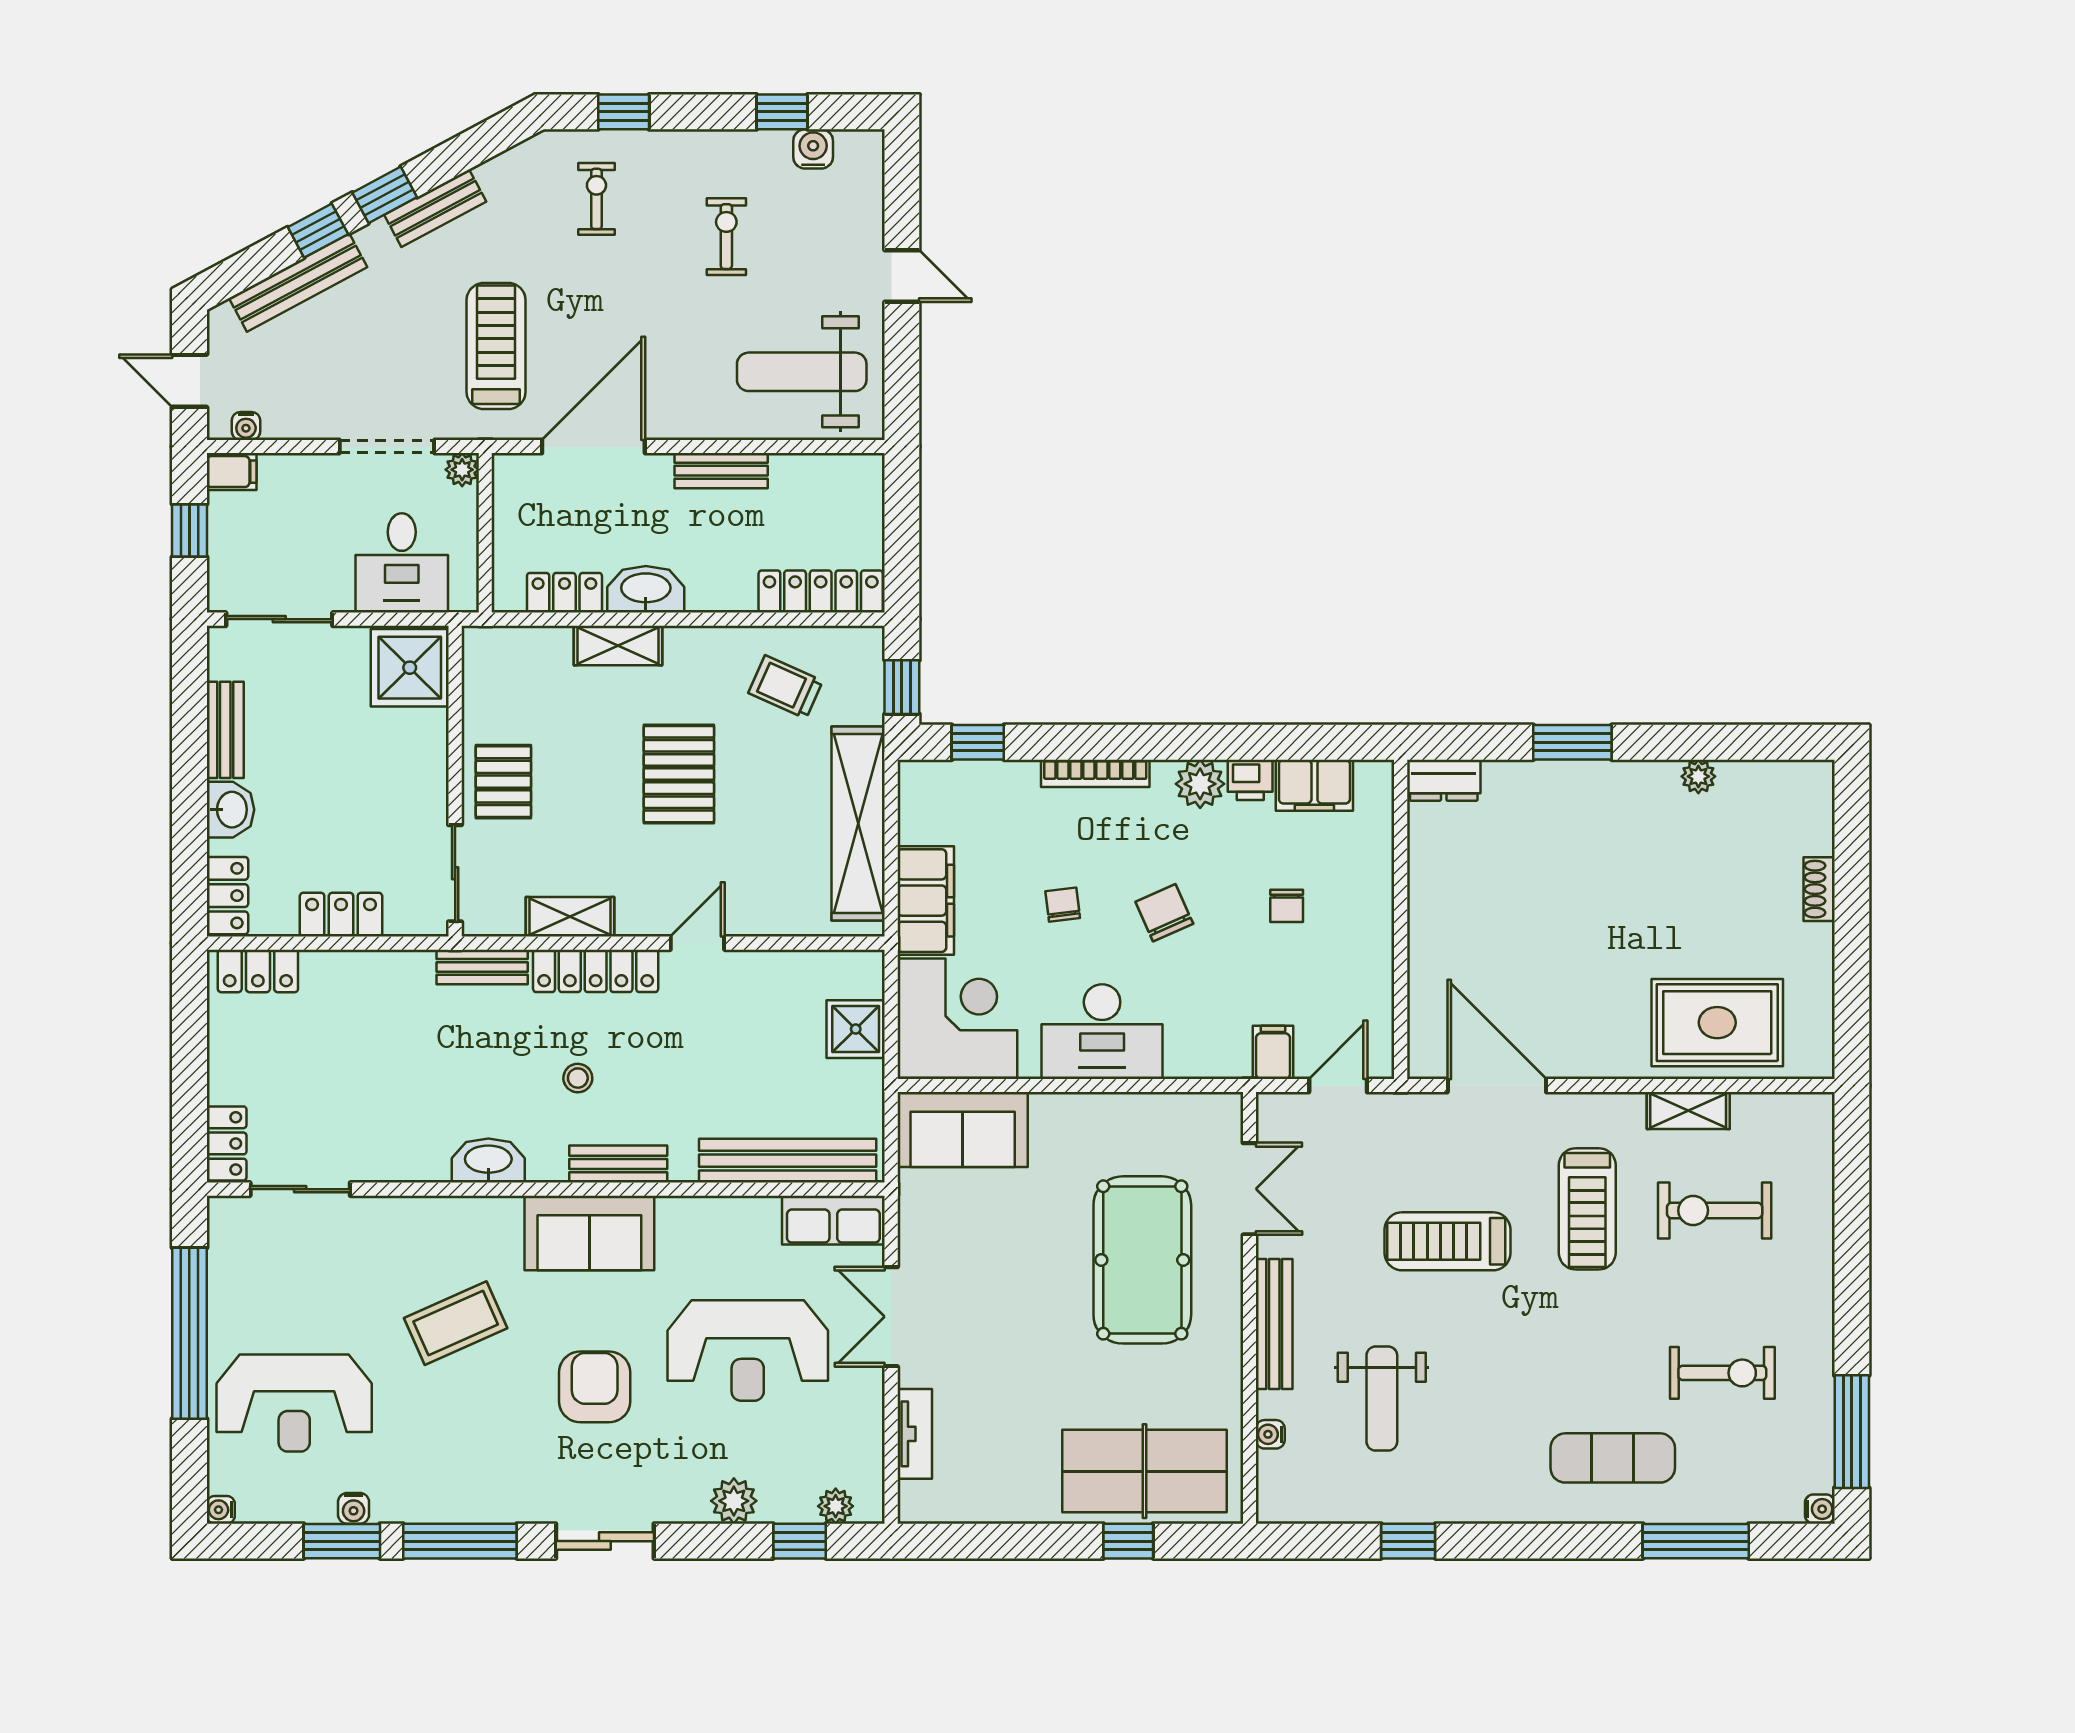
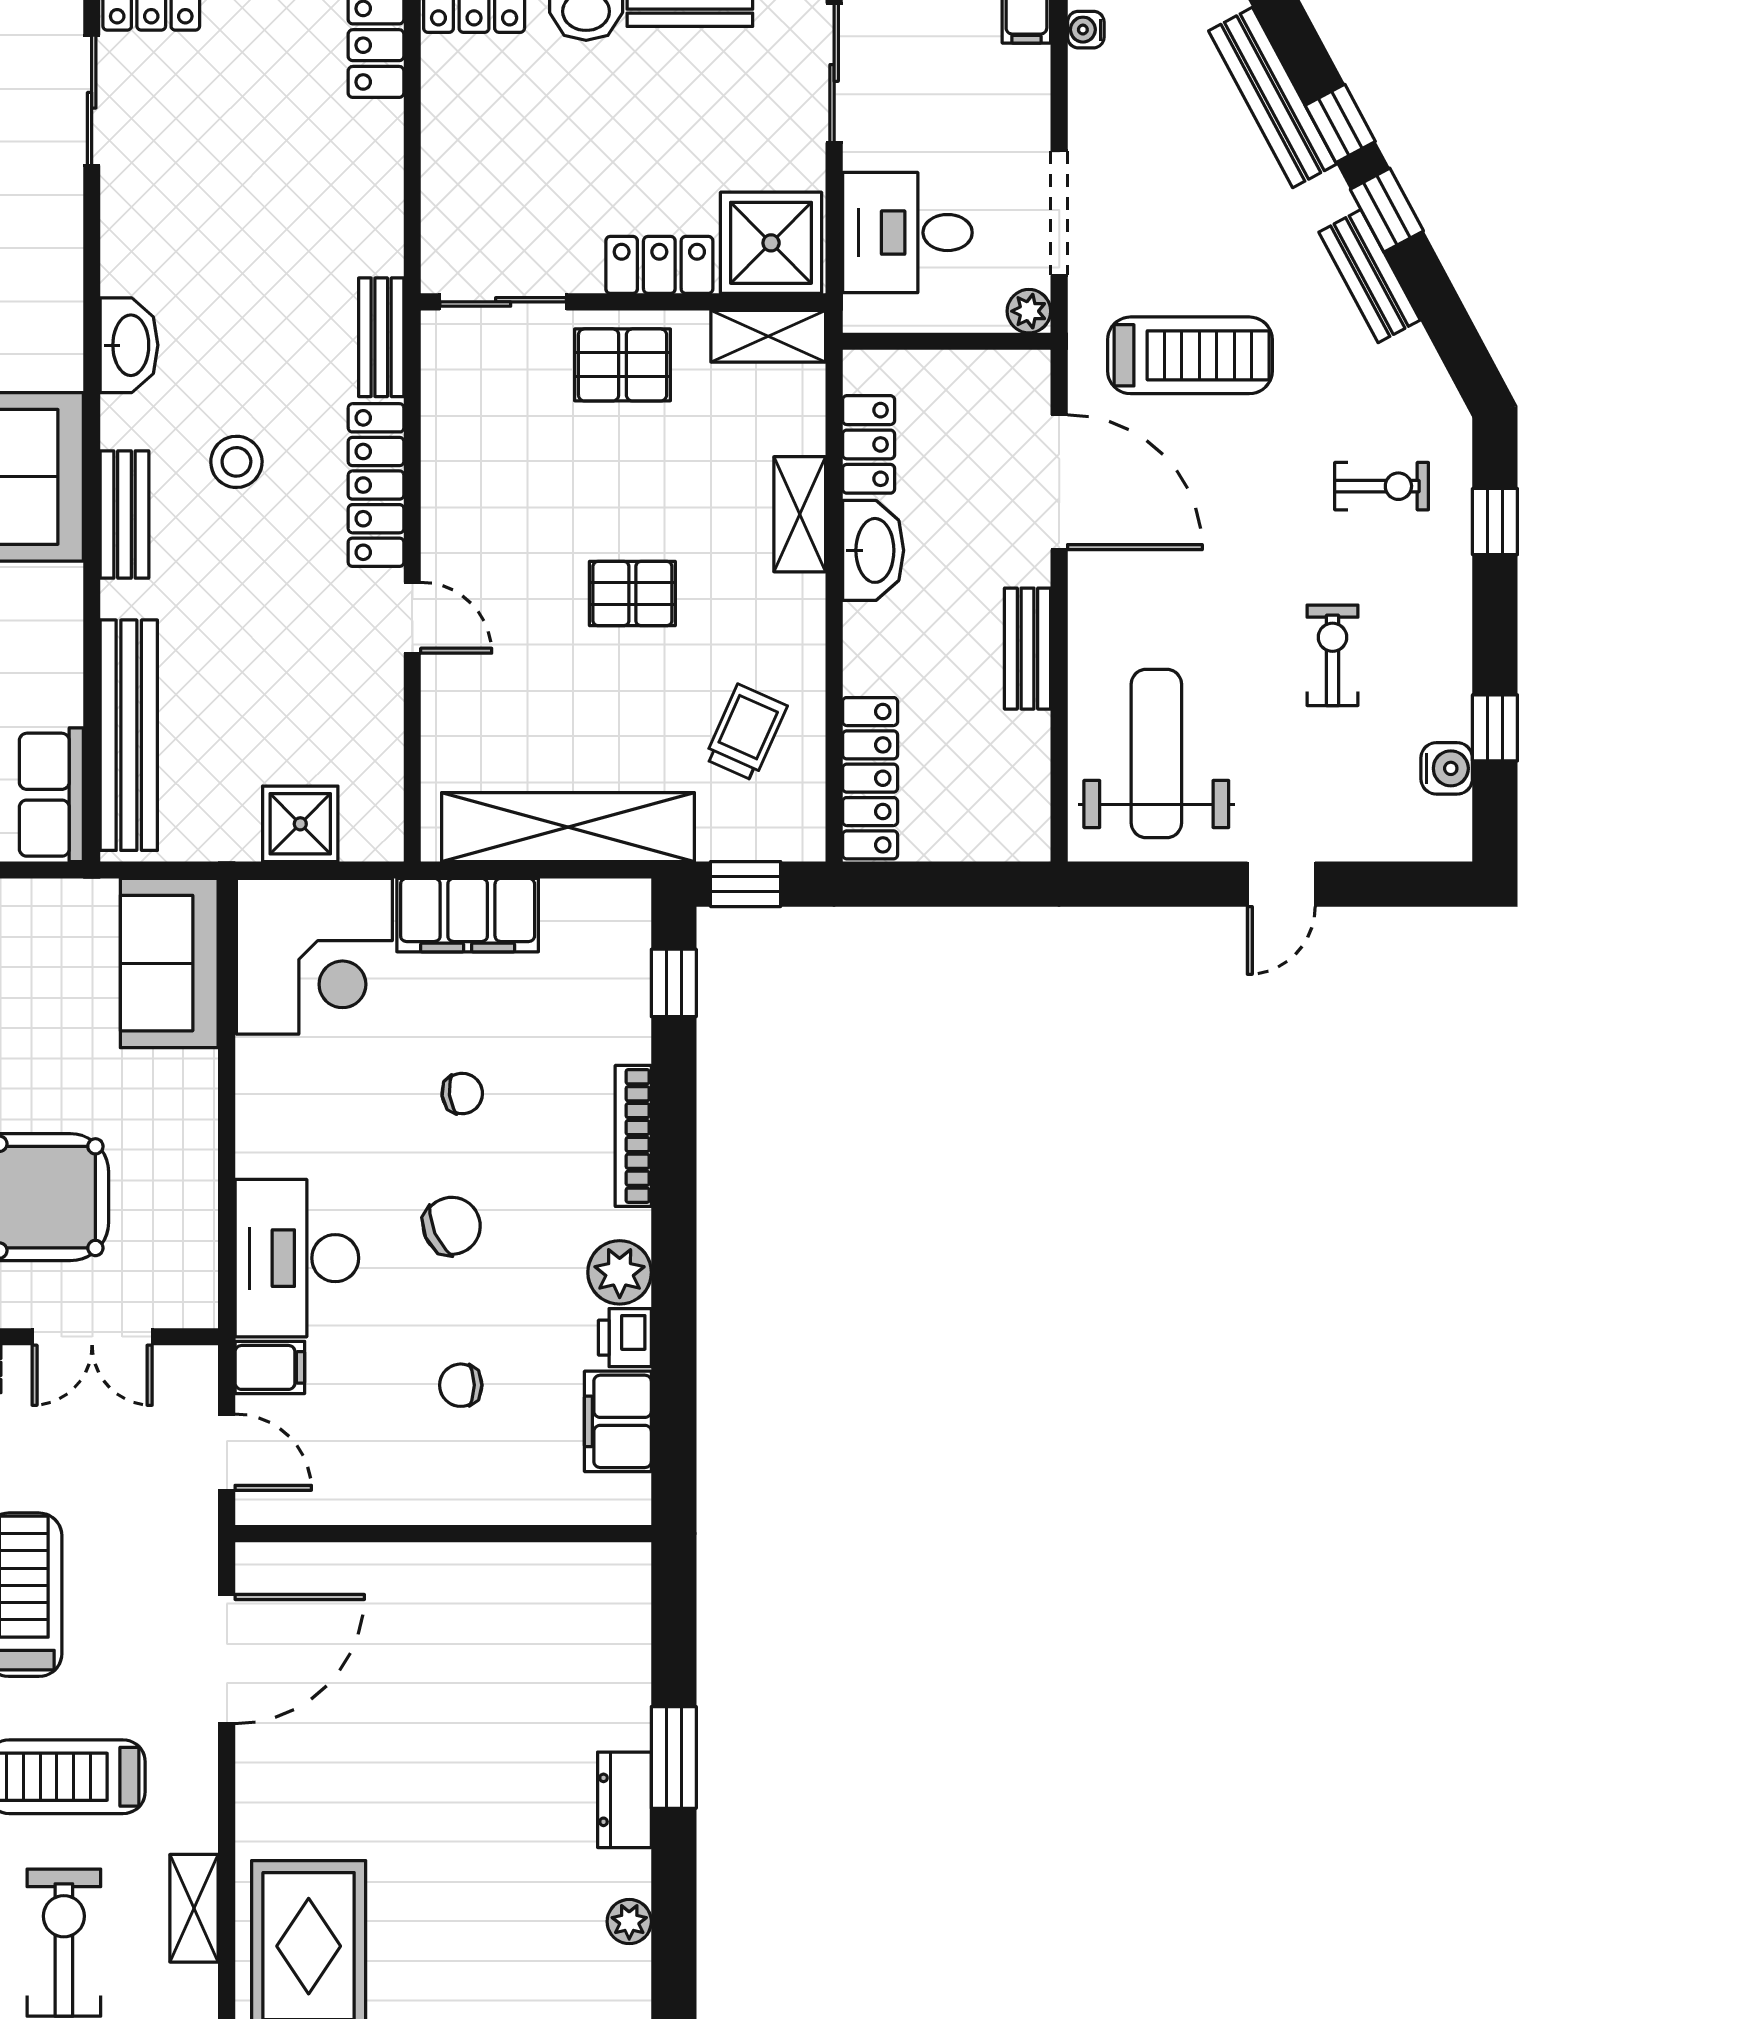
exercise bike: (726, 237) -> (1332, 655), turned -90
pallet: (679, 774) -> (632, 594), width x0.67, depth x0.71
dresser: (1444, 780) -> (624, 1800), moved
locker: (341, 915) -> (659, 265), moved, turned -90
shelving: (570, 917) -> (768, 336), moved, turned 90
desk: (1102, 1032) -> (297, 1258), moved
stool: (578, 1078) -> (236, 462), width x1.37, depth x1.37

